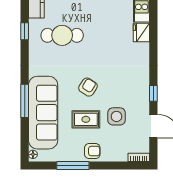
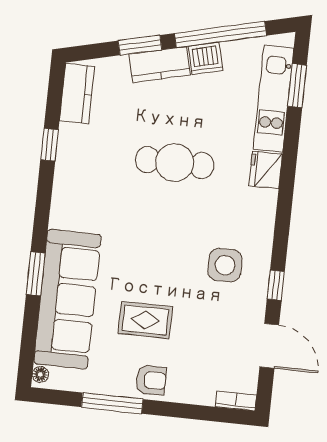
cafe table: (62, 35) -> (175, 163), moved
armchair: (88, 87) -> (156, 261), removed
window: (25, 101) -> (36, 274), width x0.69
side table: (117, 116) -> (225, 265), moved

